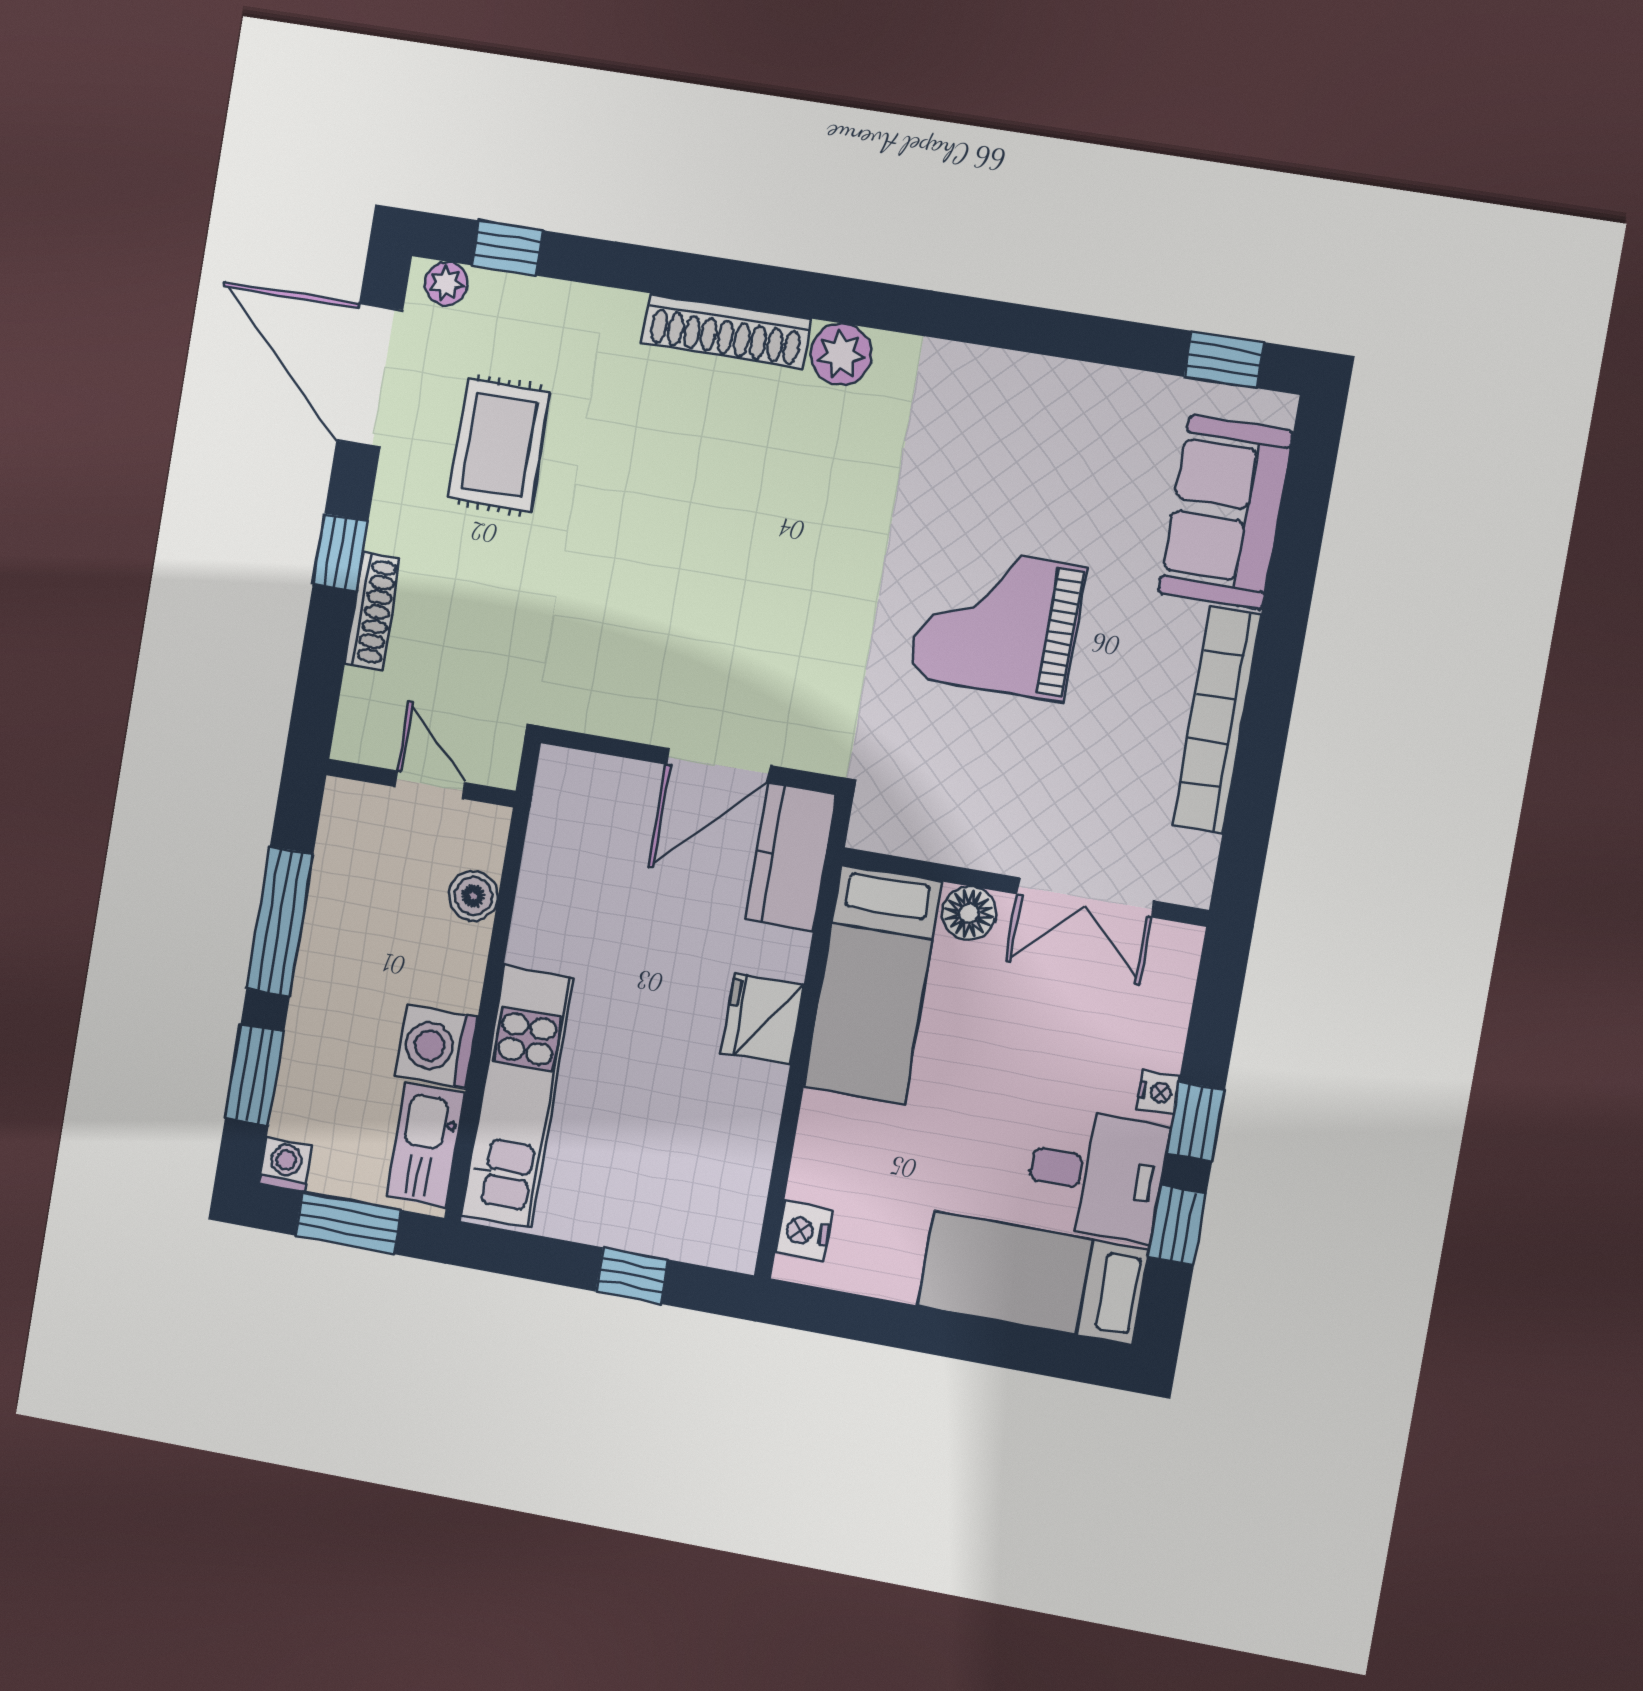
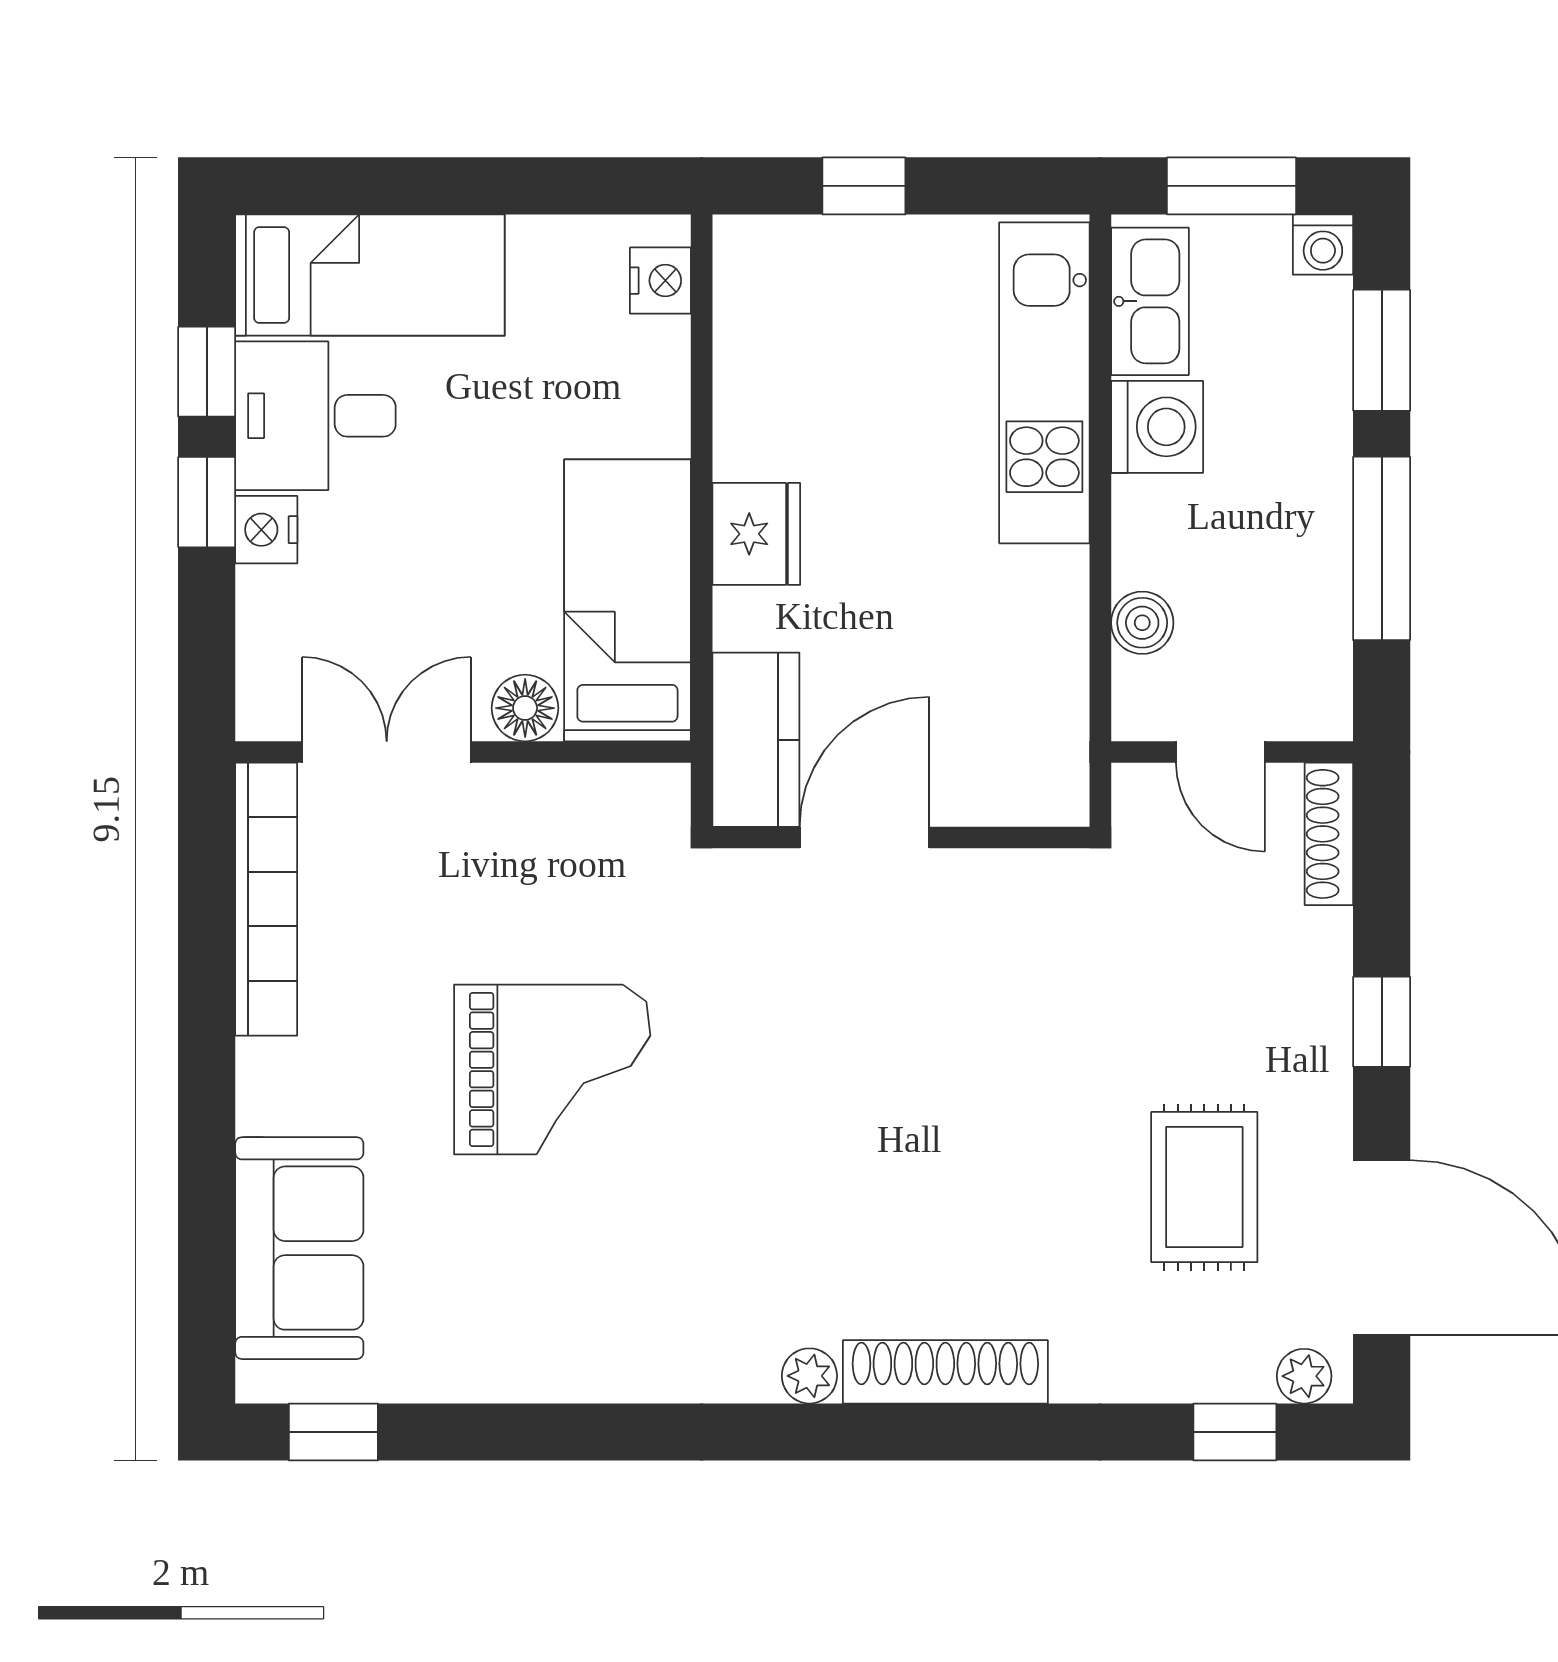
plant: (841, 354) -> (809, 1376), width x0.73, depth x0.73
shoe rack: (373, 611) -> (1329, 834), moved
bookcase: (1217, 720) -> (266, 899), moved
nightstand: (1158, 1092) -> (266, 530), width x1.39, depth x1.35

